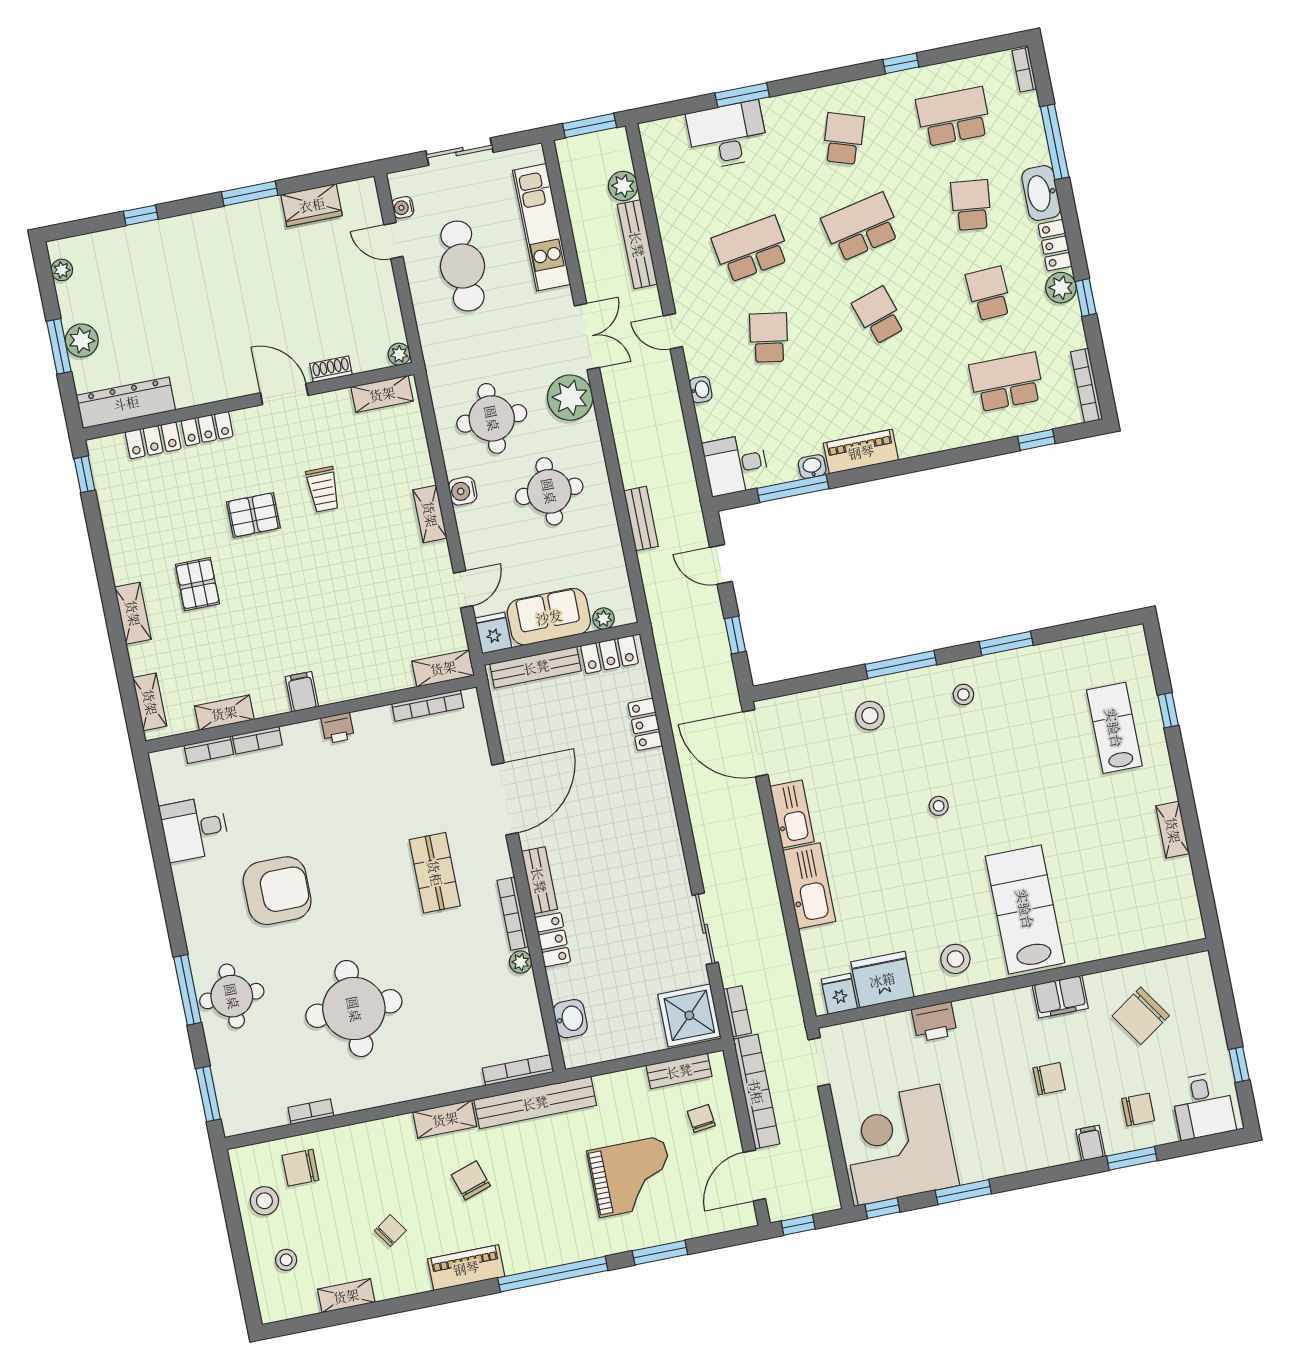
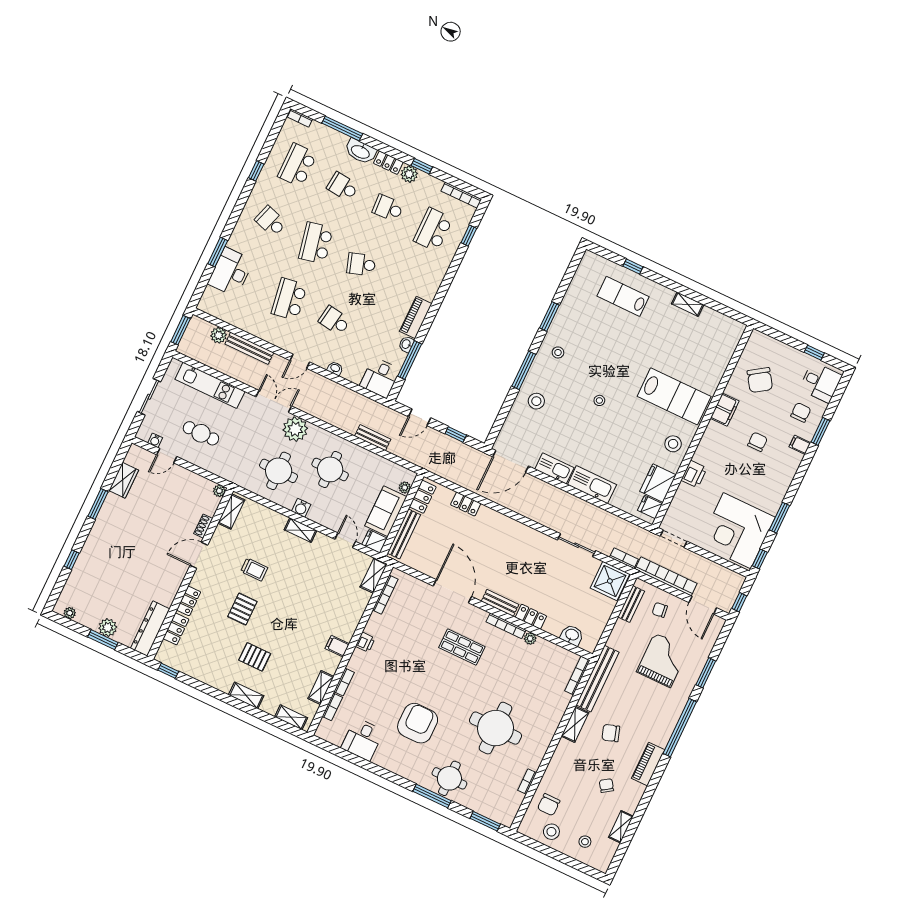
cafe table: (463, 266) -> (201, 433), width x0.73, depth x0.74
lab bench: (1025, 909) -> (674, 396), turned 180

